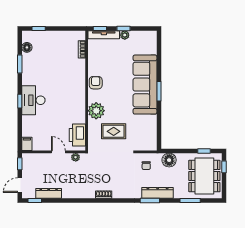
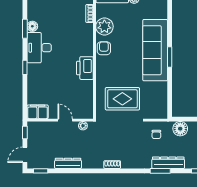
floor lamp: (27, 47) -> (32, 26), moved
desk: (33, 100) -> (39, 48), moved
plant: (96, 111) -> (104, 26), moved
rug: (114, 131) -> (122, 99), width x1.36, depth x1.43
printer: (77, 135) -> (85, 68), moved
filing cabinet: (27, 144) -> (38, 112), width x2.00
dresser: (49, 193) -> (68, 163), moved

